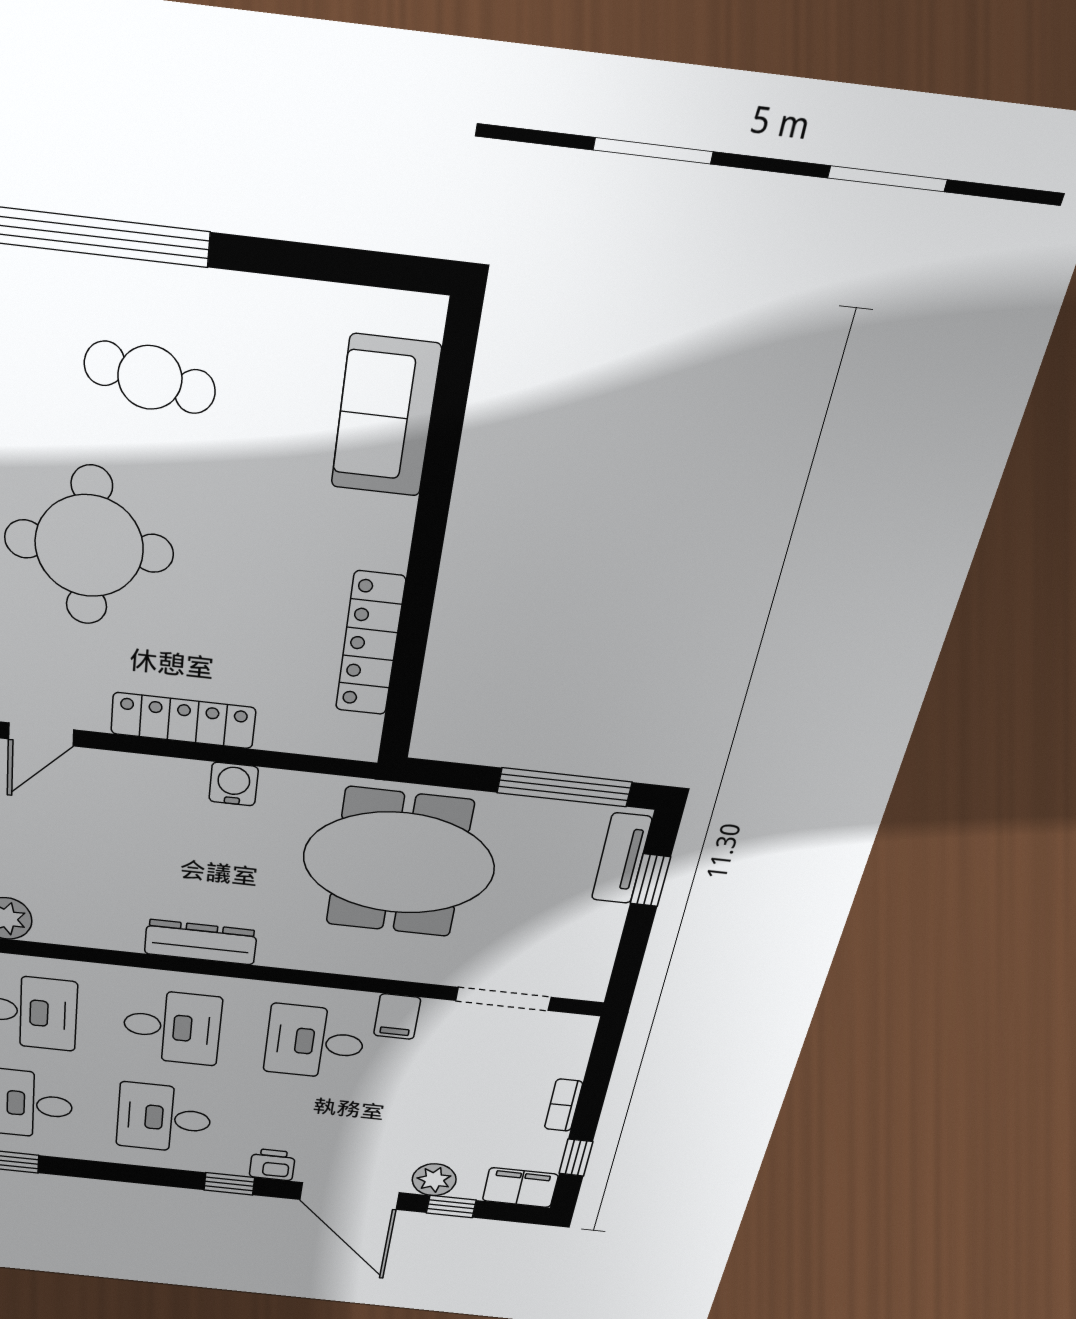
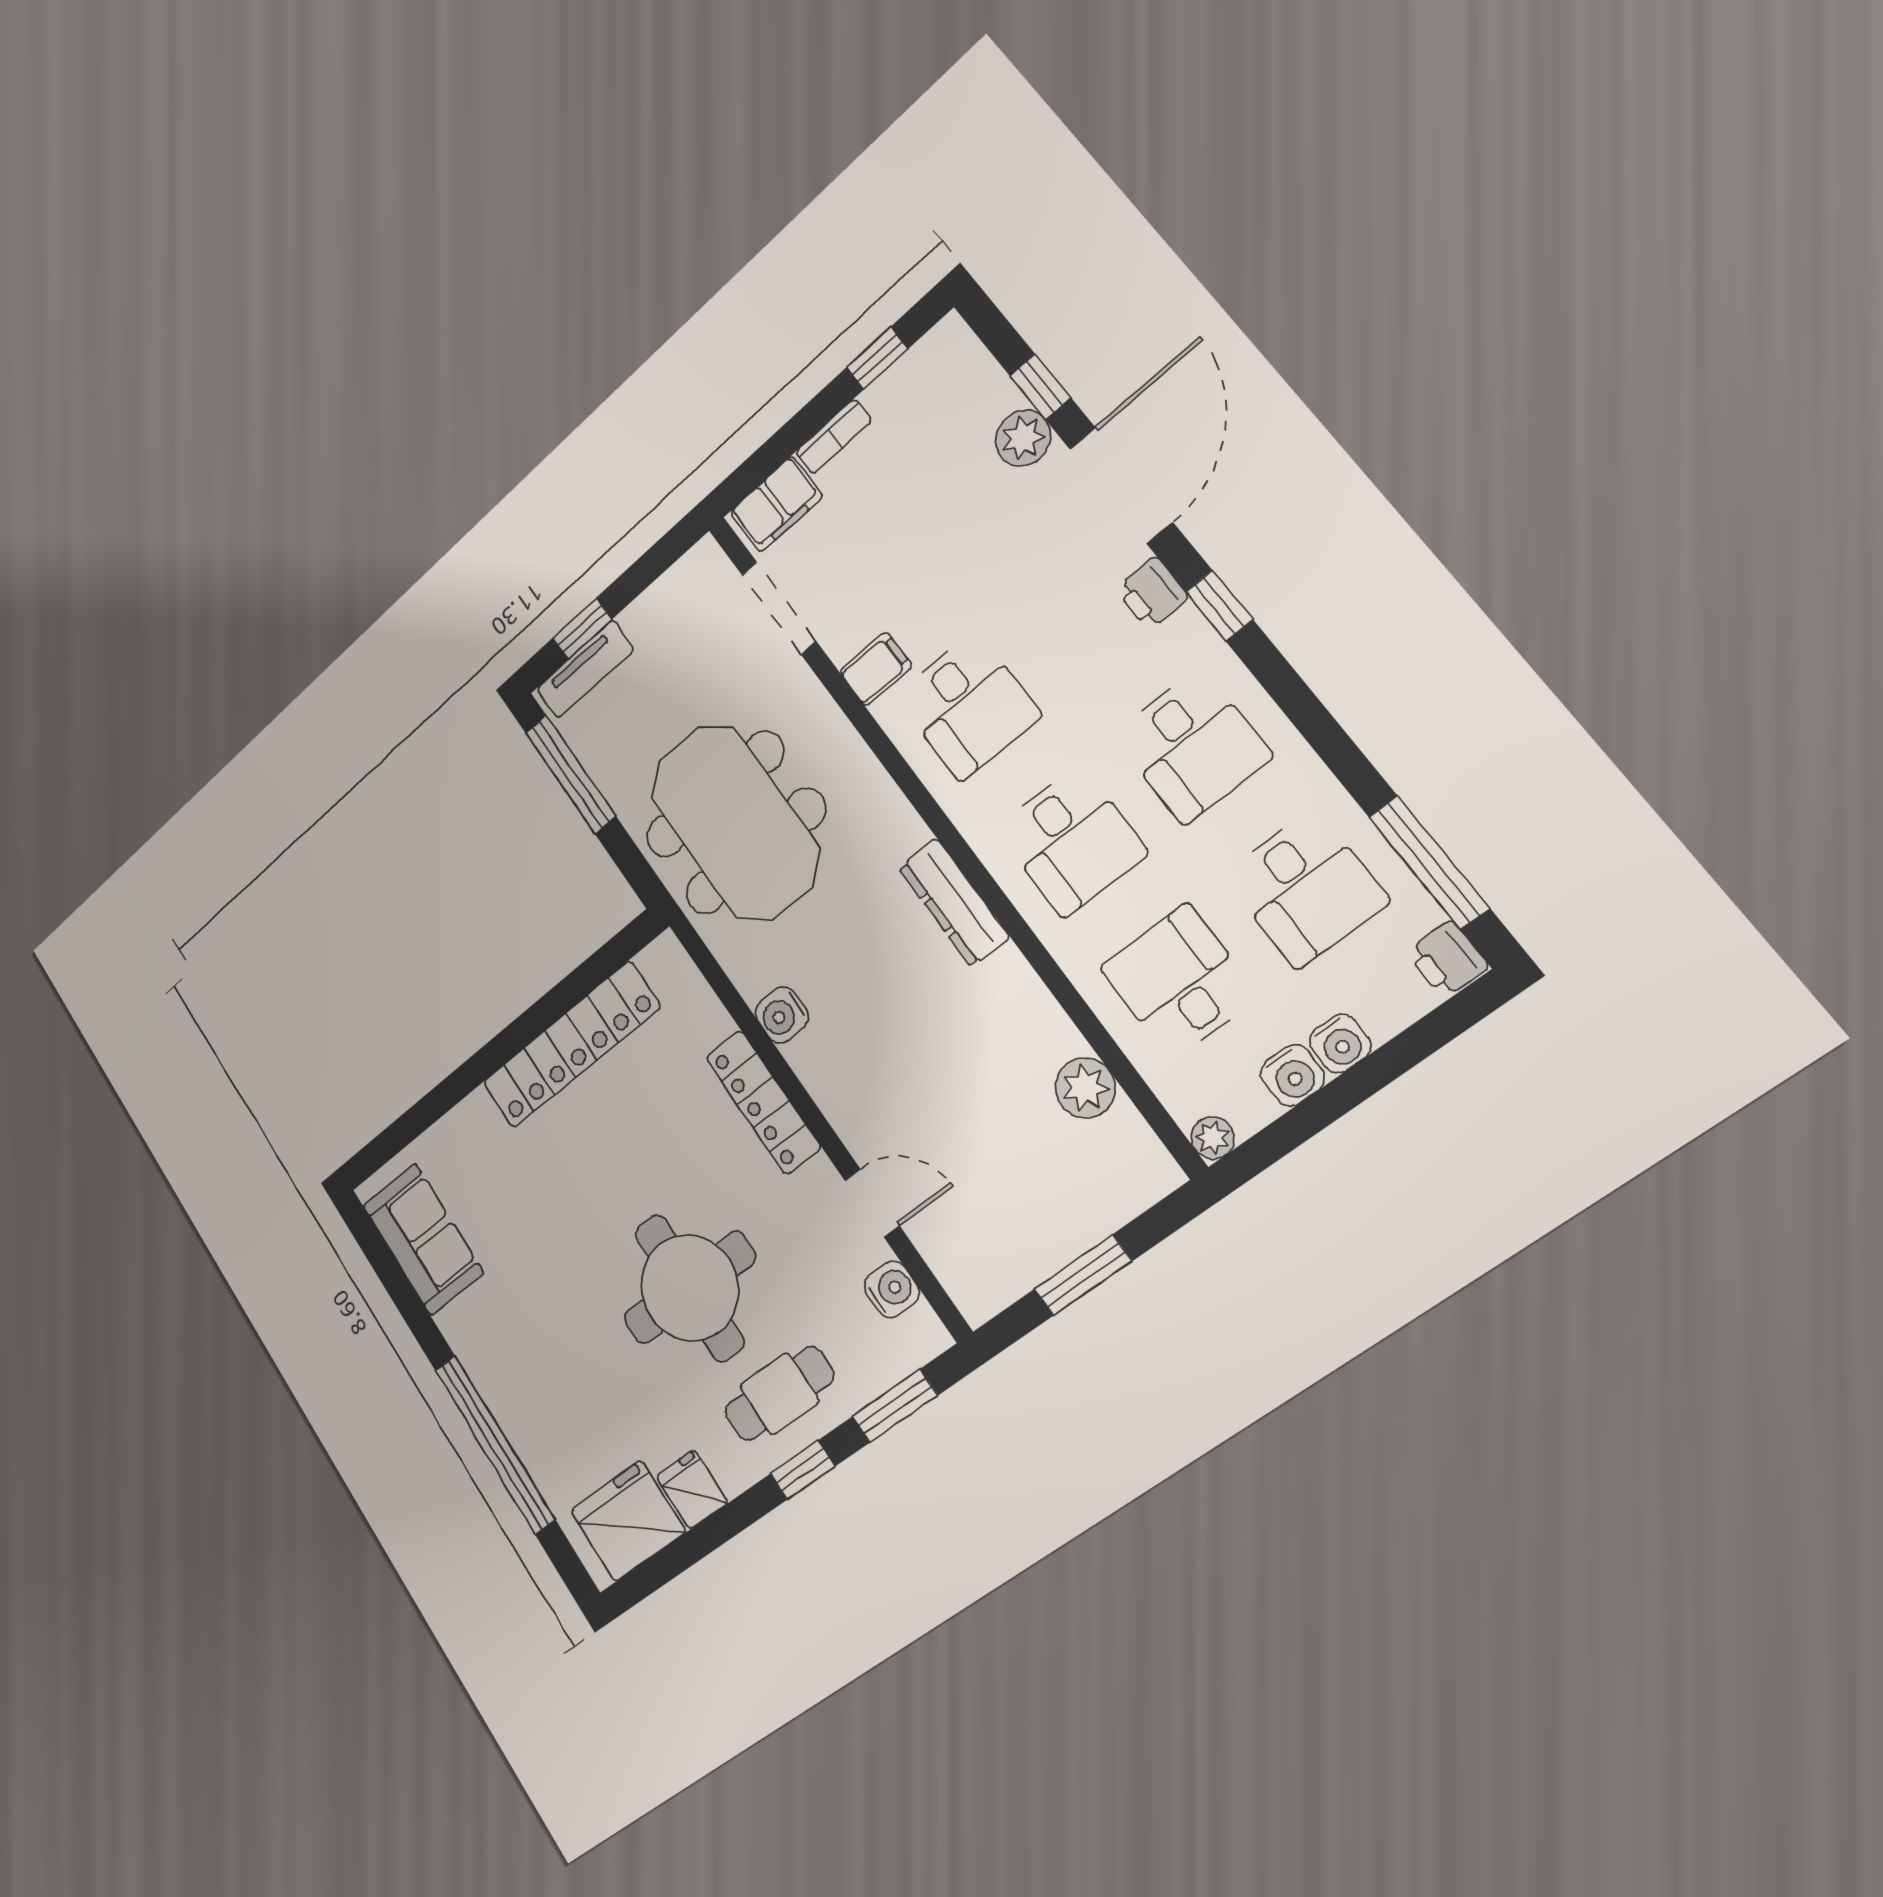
cafe table: (150, 378) -> (545, 1339), removed
sofa: (385, 416) -> (423, 1239), moved, turned -90
locker: (370, 644) -> (571, 1045), width x1.41, depth x1.21
desk: (172, 1027) -> (1071, 841), turned 180
filing cabinet: (520, 1188) -> (776, 504), moved, turned -90

